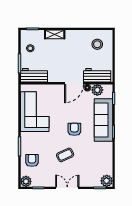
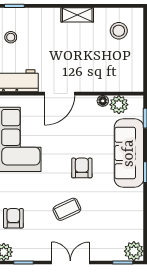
shelving: (55, 34) -> (77, 15), moved
workbench: (97, 75) -> (119, 81), removed
door: (74, 83) -> (60, 94), moved

